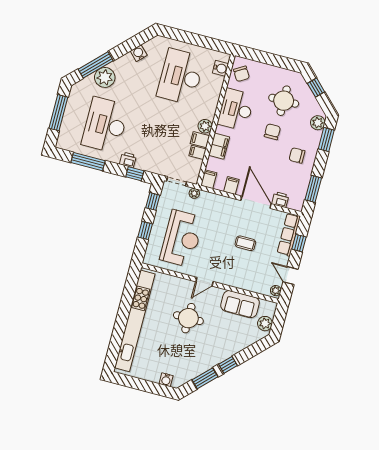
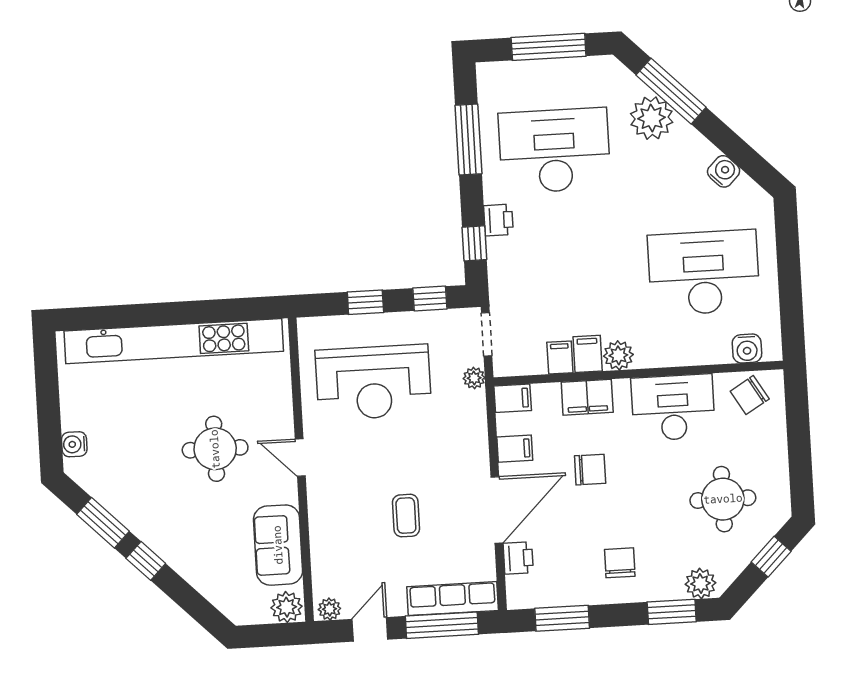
chair: (272, 132) -> (590, 470), moved
window: (299, 243) -> (442, 625), width x2.17
plant: (265, 324) -> (287, 607), moved

